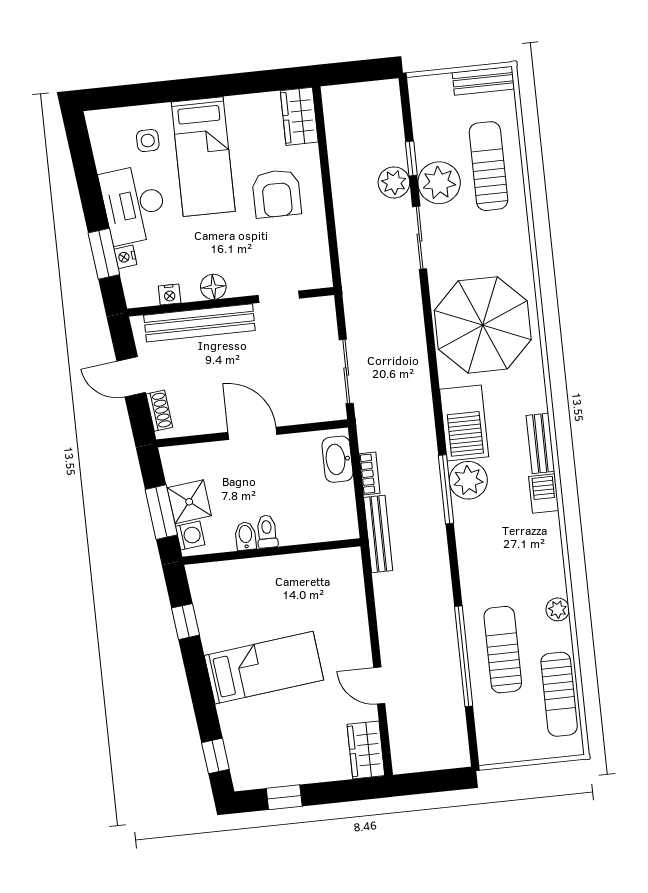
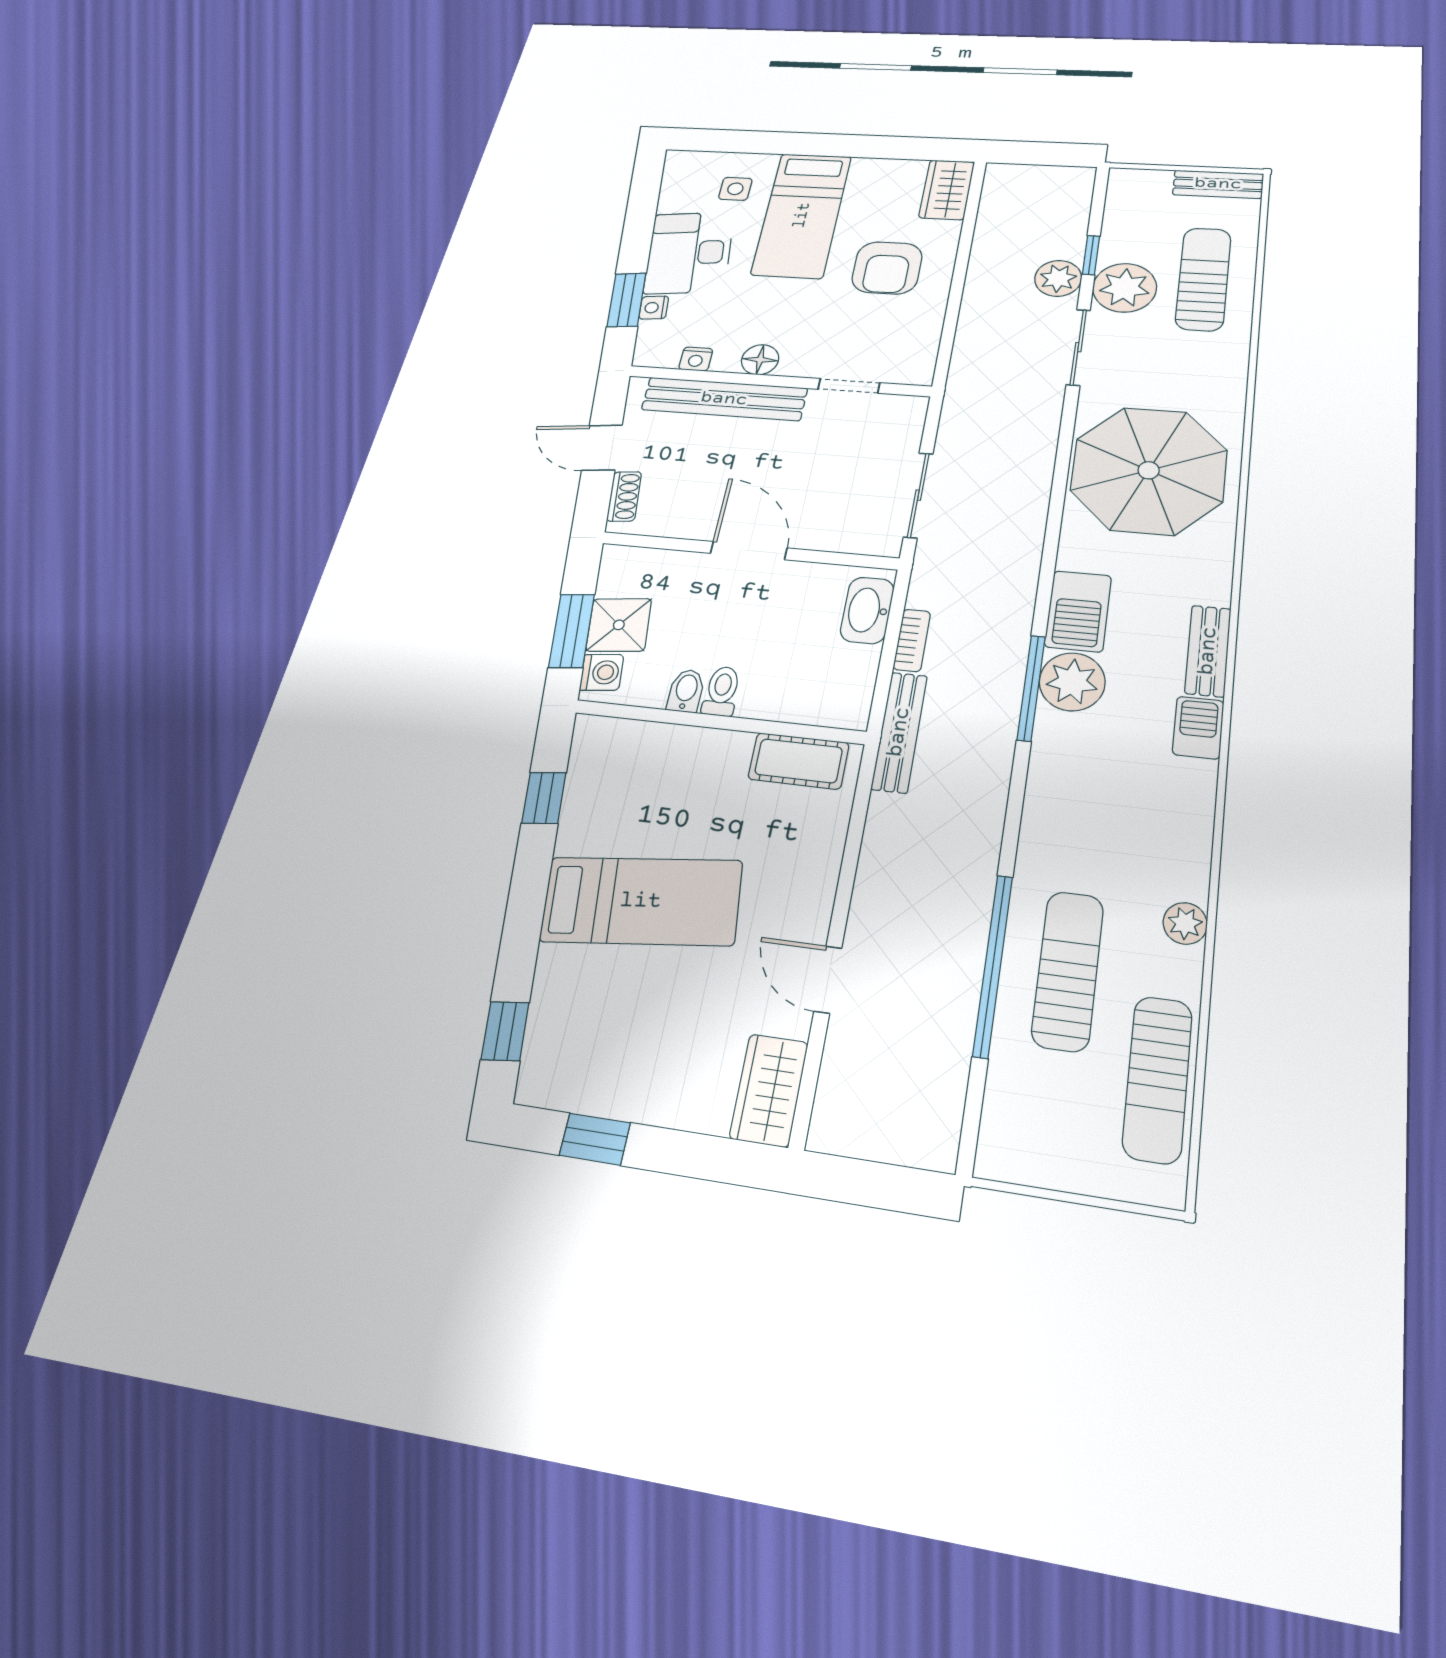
barbecue: (464, 423) -> (1078, 611), width x0.73, depth x0.83
cot: (326, 565) -> (799, 761), added

